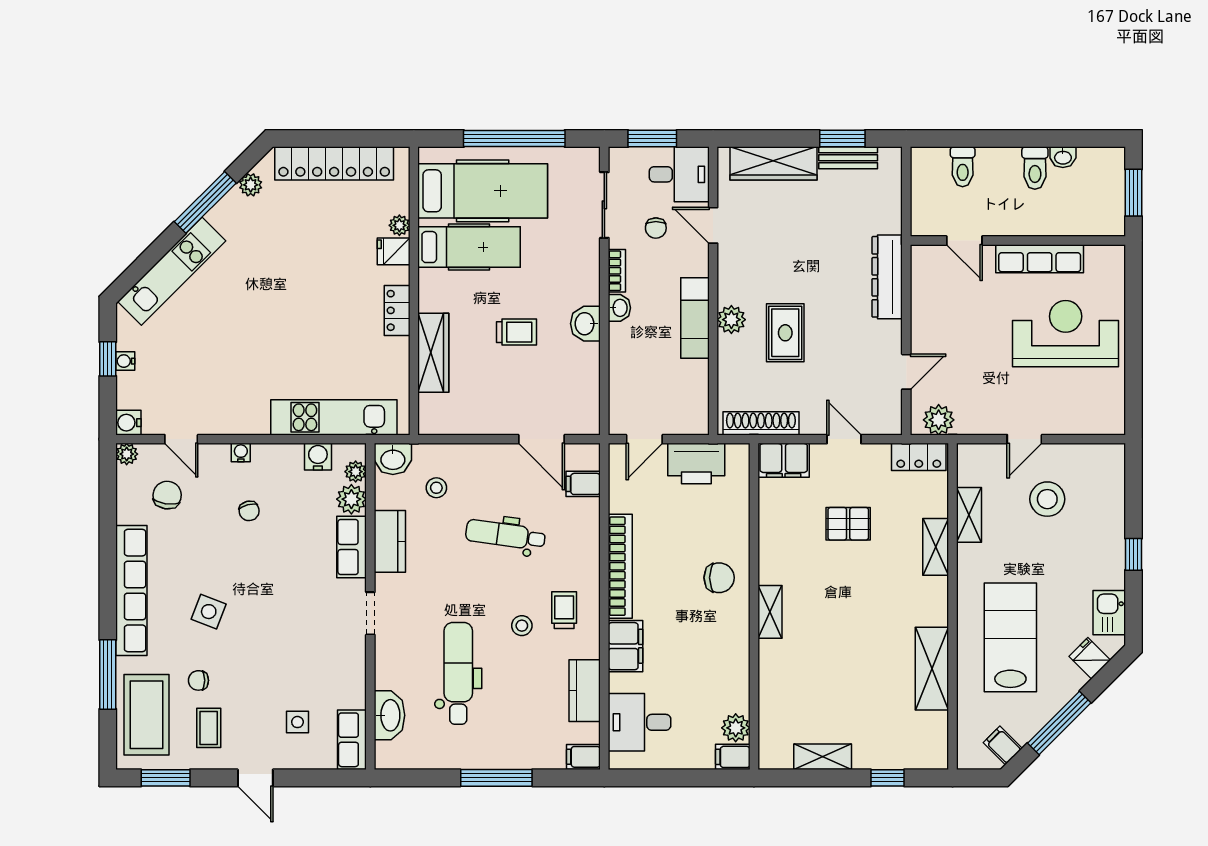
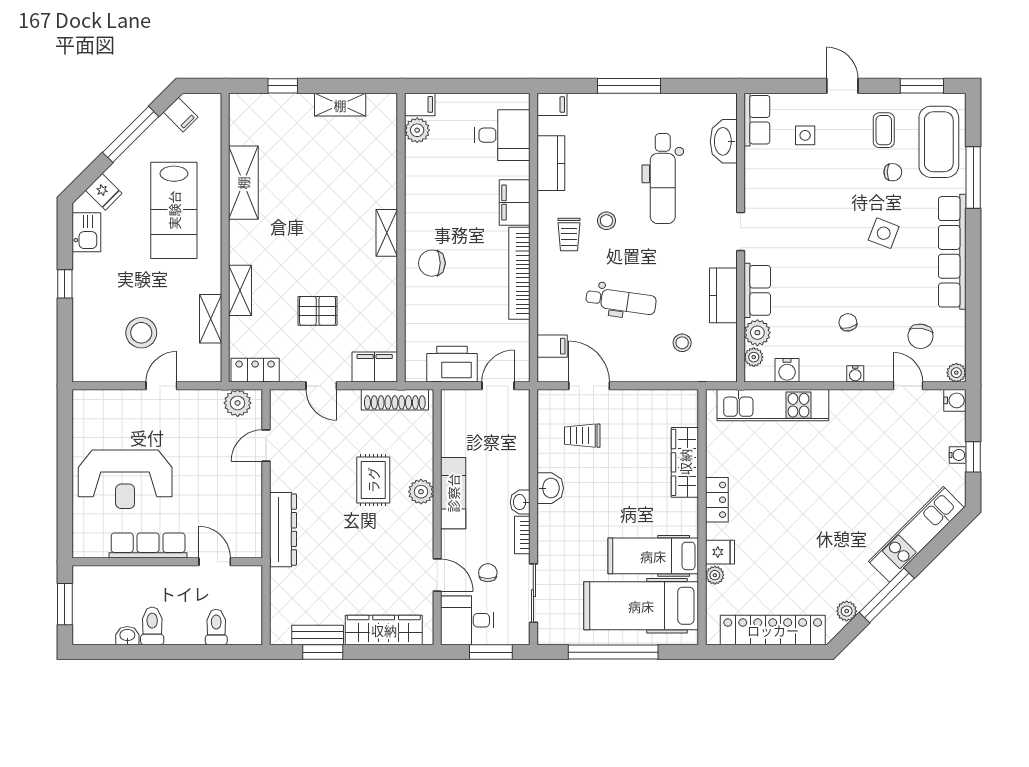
trolley: (516, 332) -> (582, 436), moved
washbasin: (393, 459) -> (721, 368), removed

